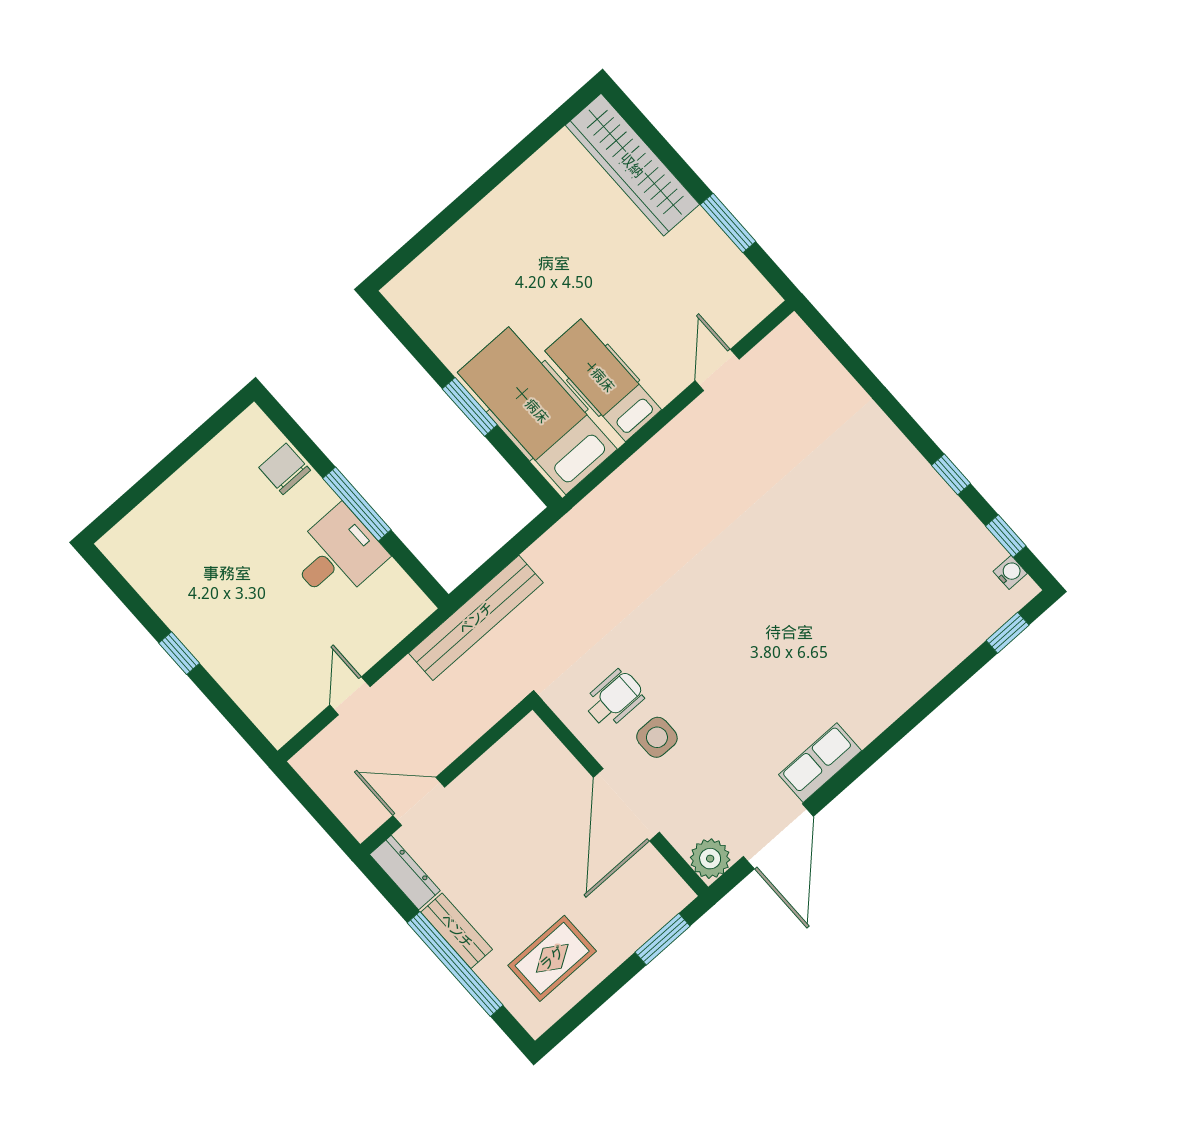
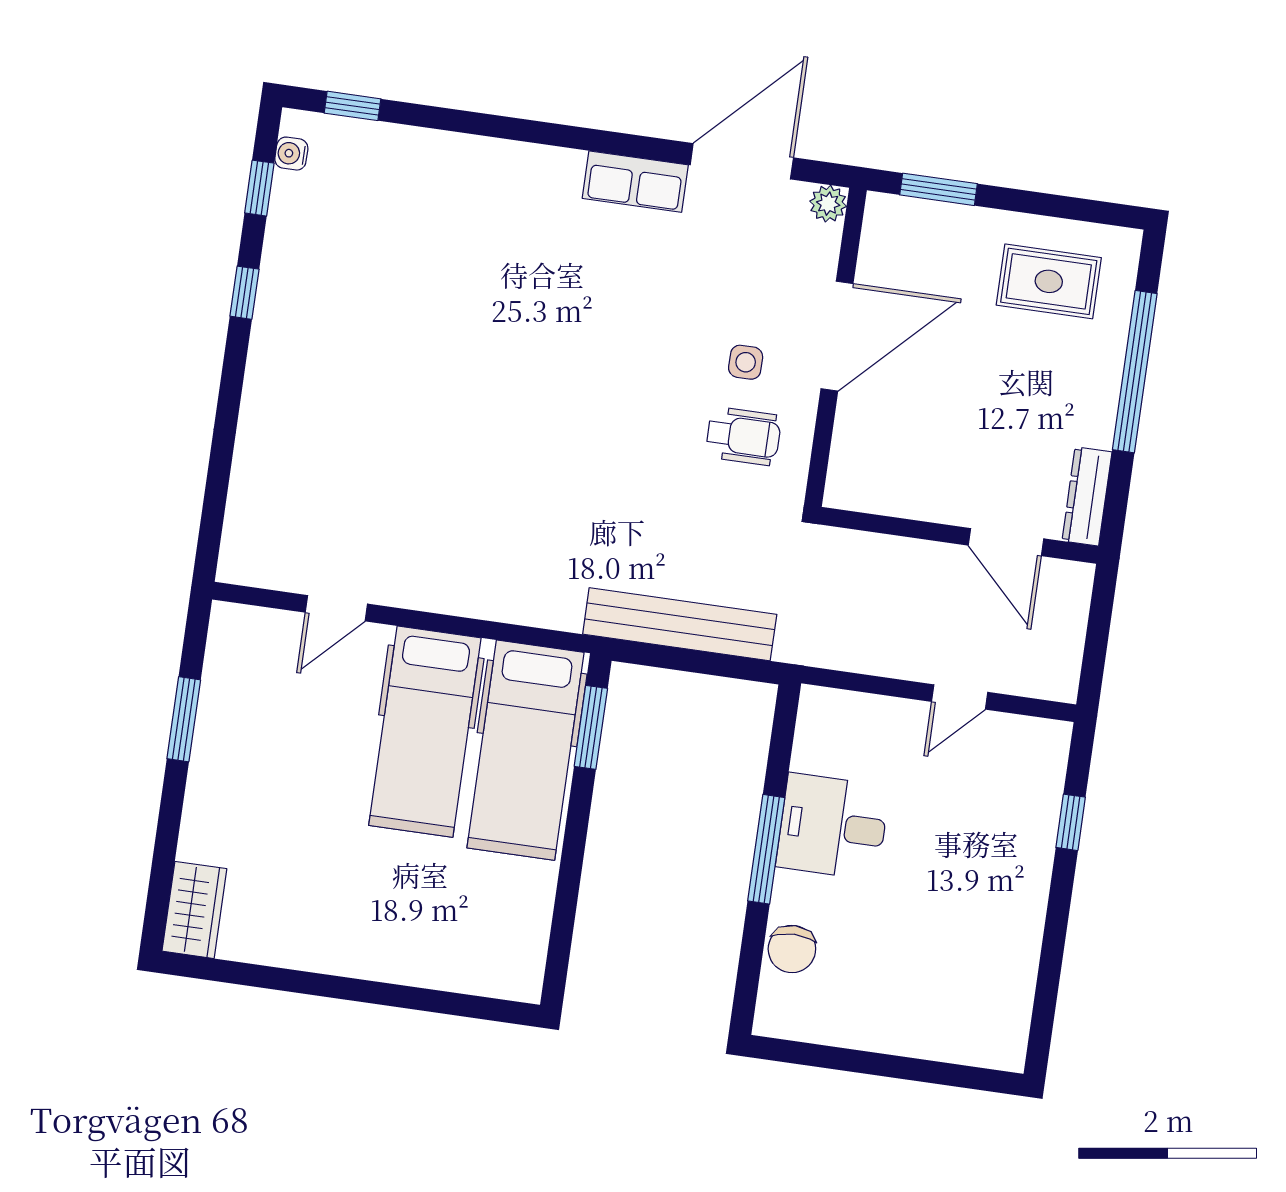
wardrobe: (632, 165) -> (194, 910), width x0.48, depth x0.85
hospital bed: (603, 380) -> (425, 732), width x1.37, depth x1.29
window: (470, 407) -> (591, 727), moved
bench: (476, 618) -> (680, 624), moved
window: (179, 653) -> (1071, 822), moved
wheelchair: (614, 699) -> (743, 436), turned 180
side table: (657, 737) -> (746, 362), width x0.73, depth x0.73
plant: (710, 859) -> (828, 204), width x0.73, depth x0.73
bench: (457, 931) -> (1101, 398), removed

